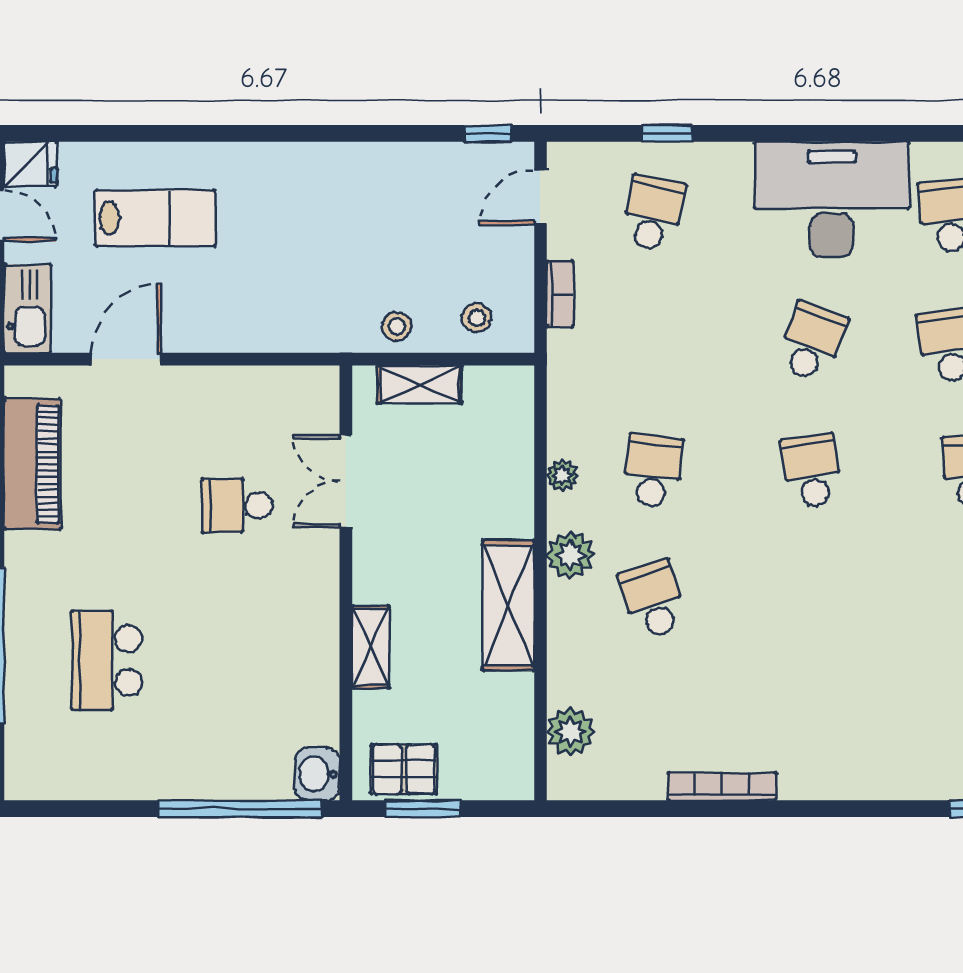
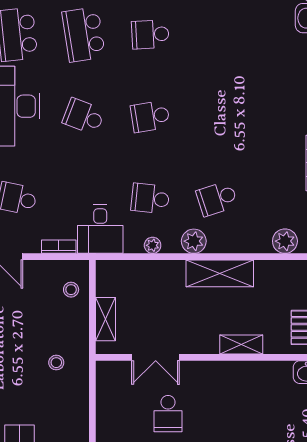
stool: (397, 326) -> (56, 363), moved
desk: (594, 374) -> (100, 229), added

